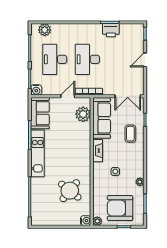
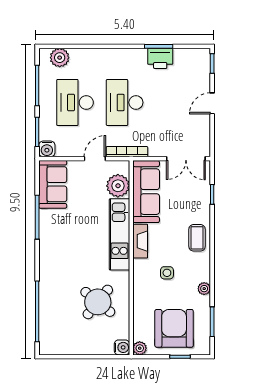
coffee table: (130, 134) -> (197, 238), moved
kitchen unit: (38, 153) -> (120, 234), moved, turned 180
armchair: (120, 208) -> (174, 328), turned 90

